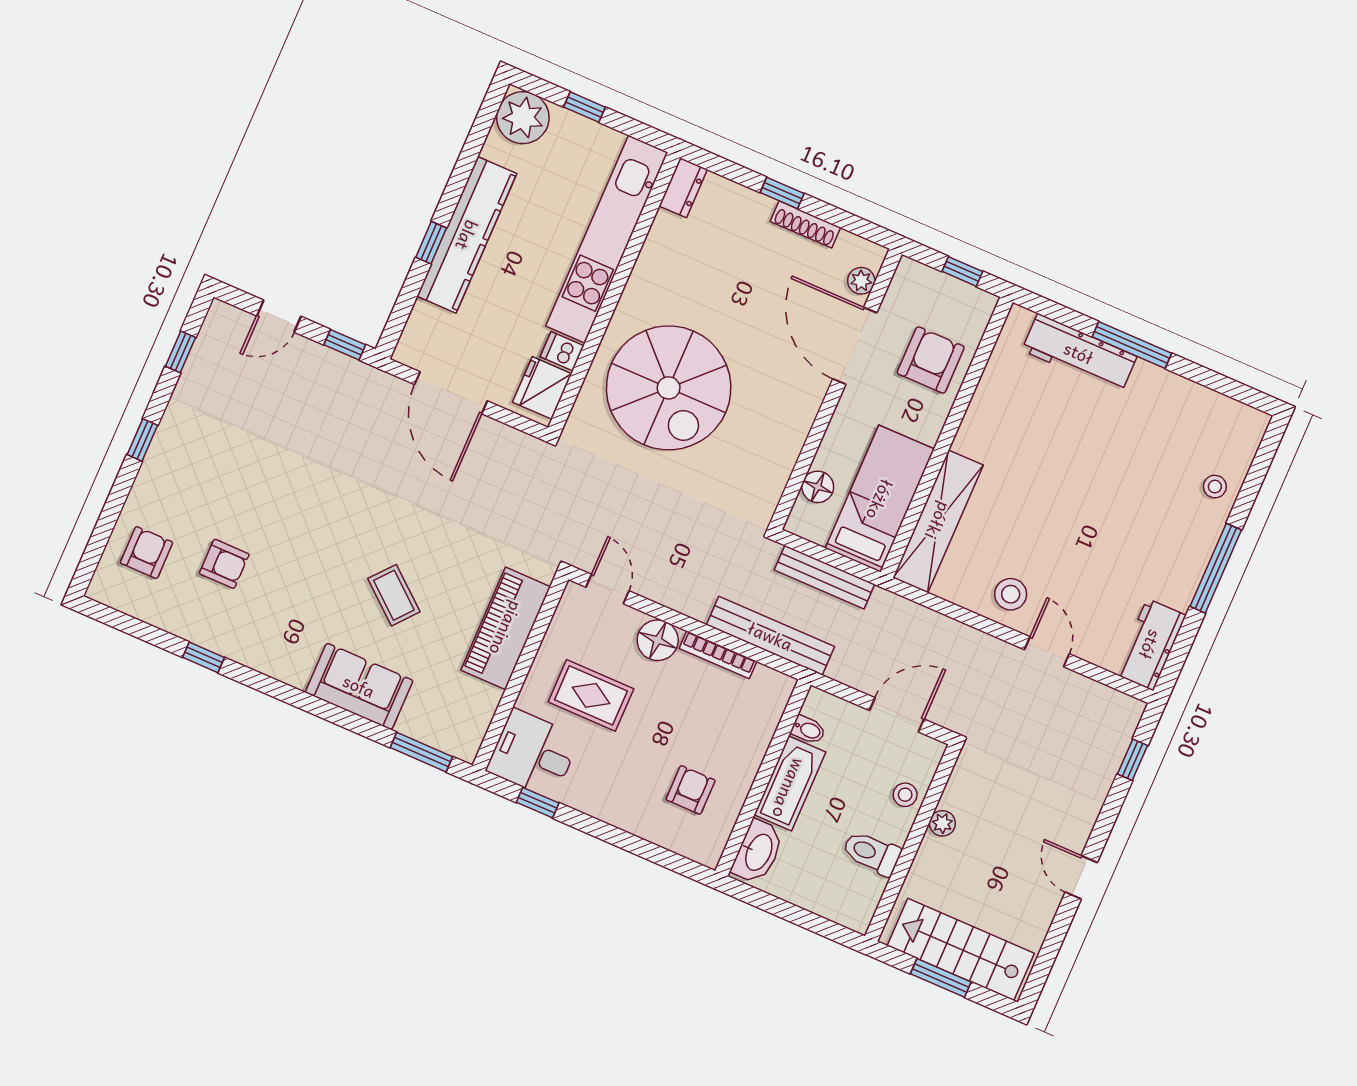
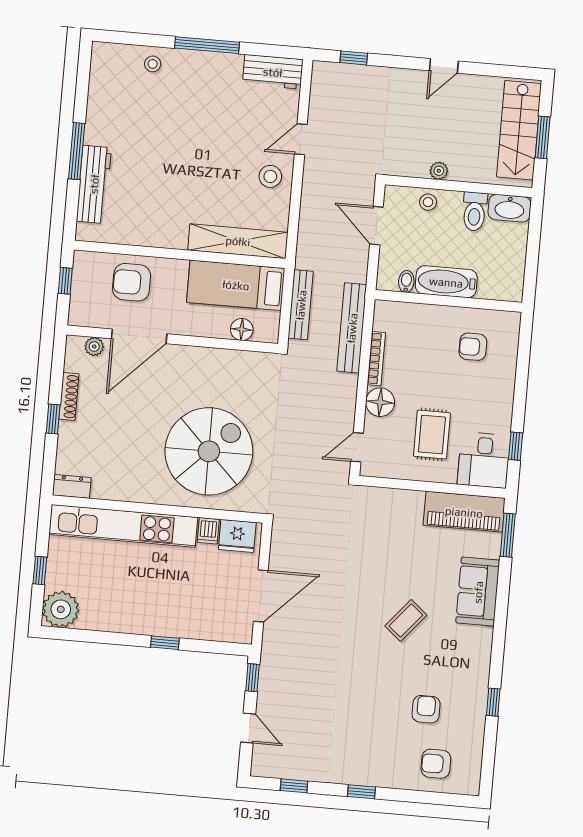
kitchen counter: (467, 235) -> (152, 621), removed
coffee table: (394, 595) -> (406, 621), moved
piano: (506, 628) -> (464, 512), moved
washbasin: (758, 852) -> (510, 208), moved, turned 180

